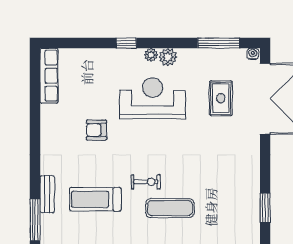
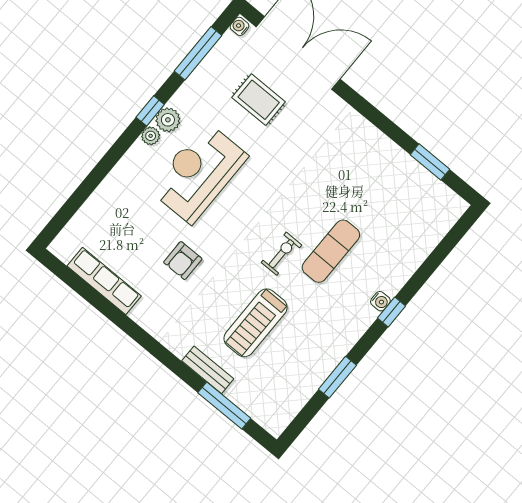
window: (126, 43) -> (150, 111), moved
row of seats: (49, 76) -> (104, 281), moved
window: (265, 208) -> (430, 162), moved

